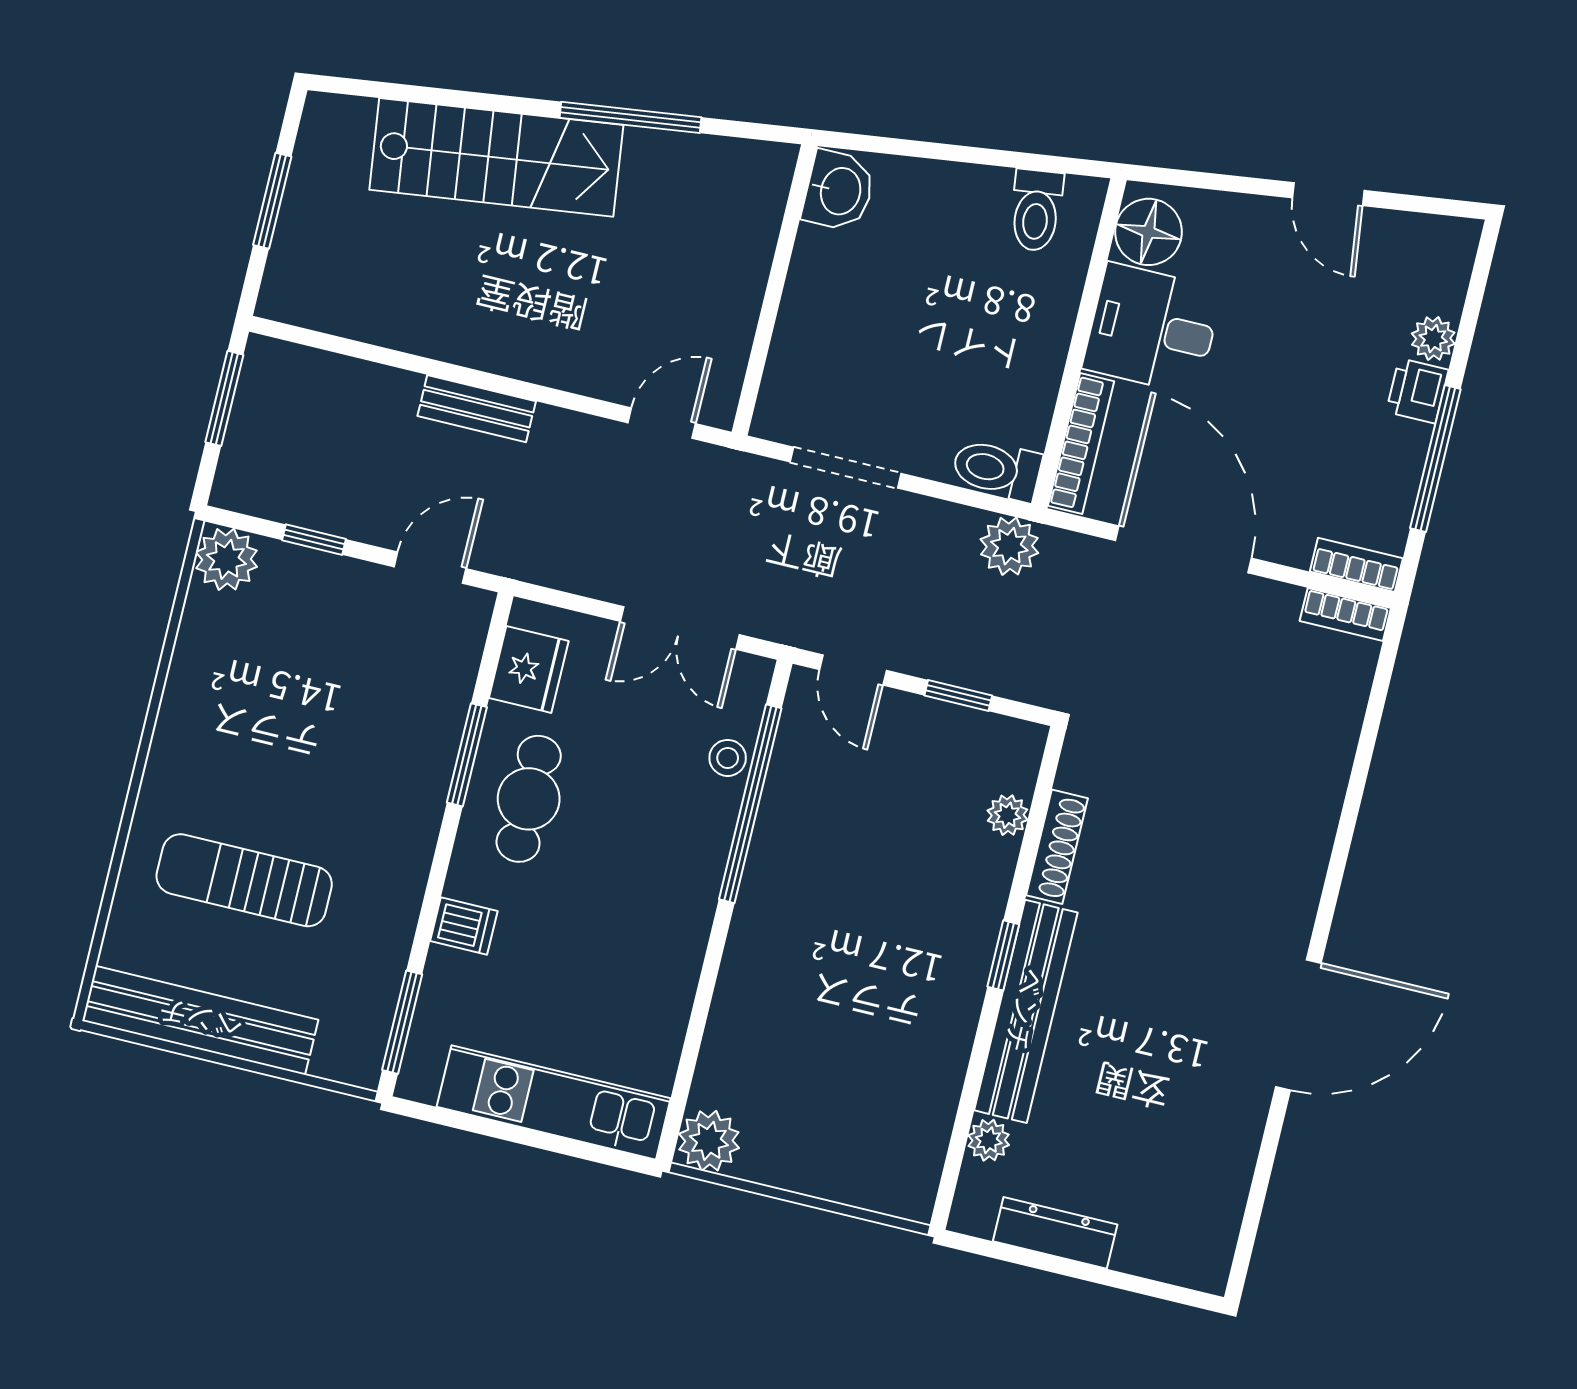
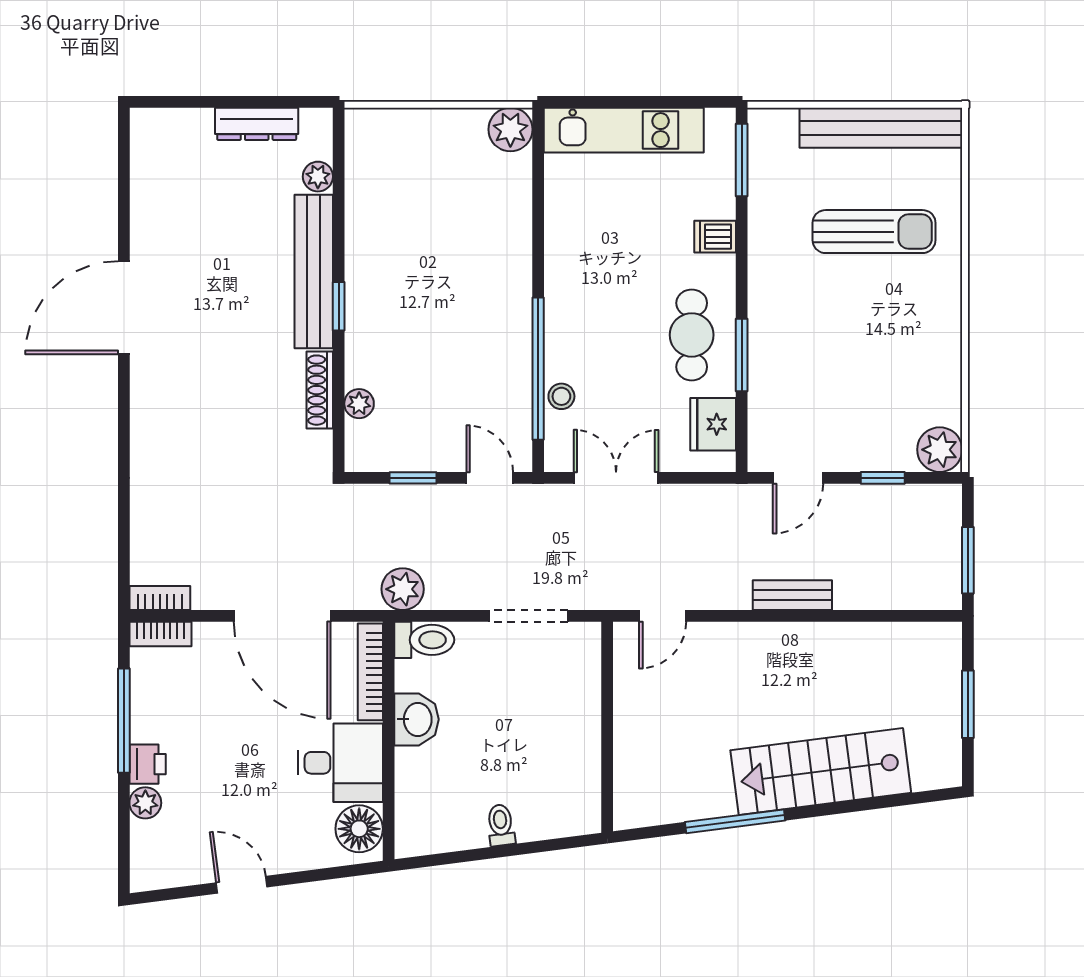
washbasin: (839, 191) -> (416, 719), moved, turned 180
toilet: (1036, 210) -> (501, 825), moved, width x0.73, depth x0.72

